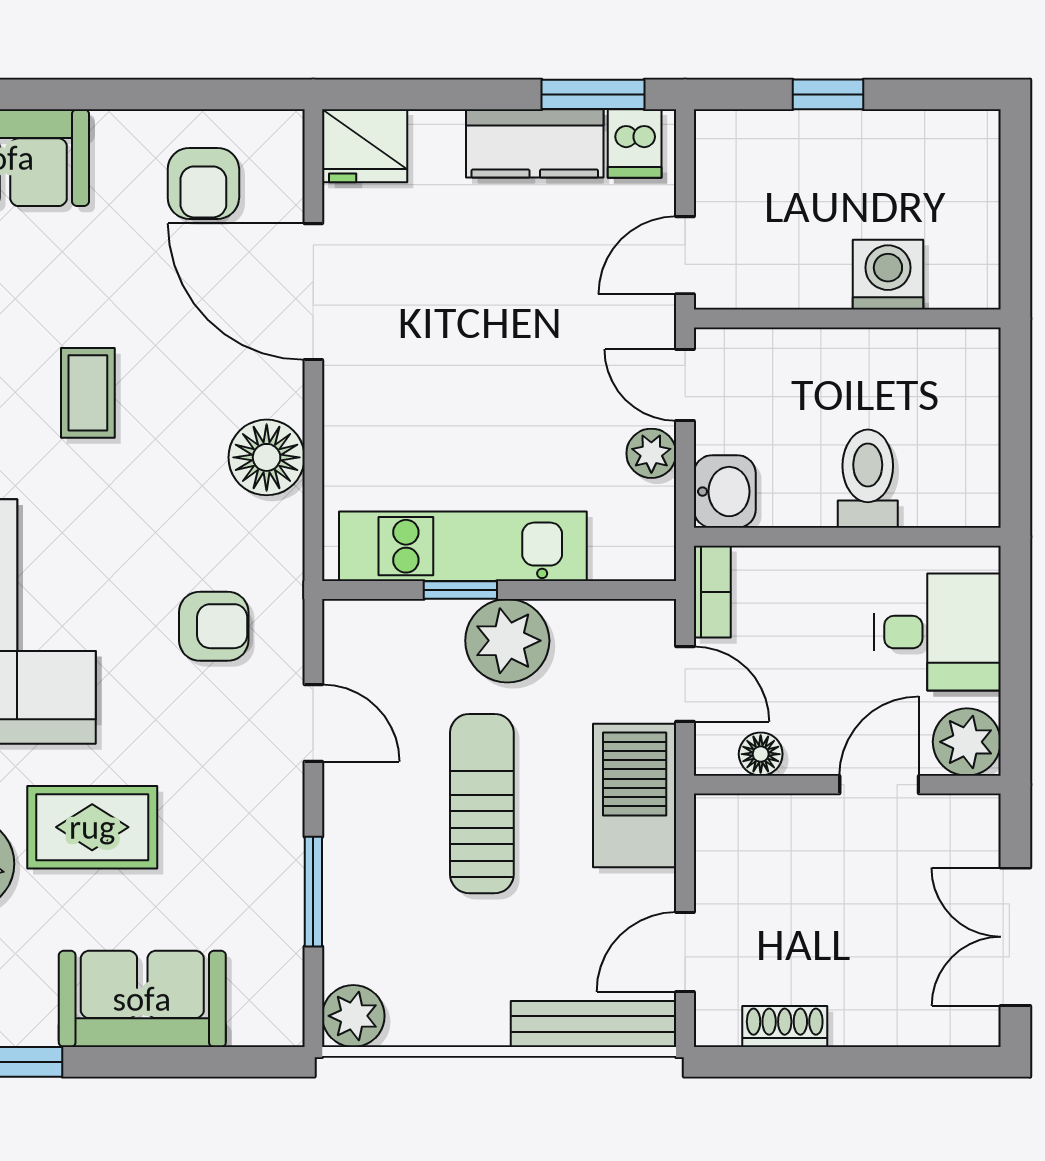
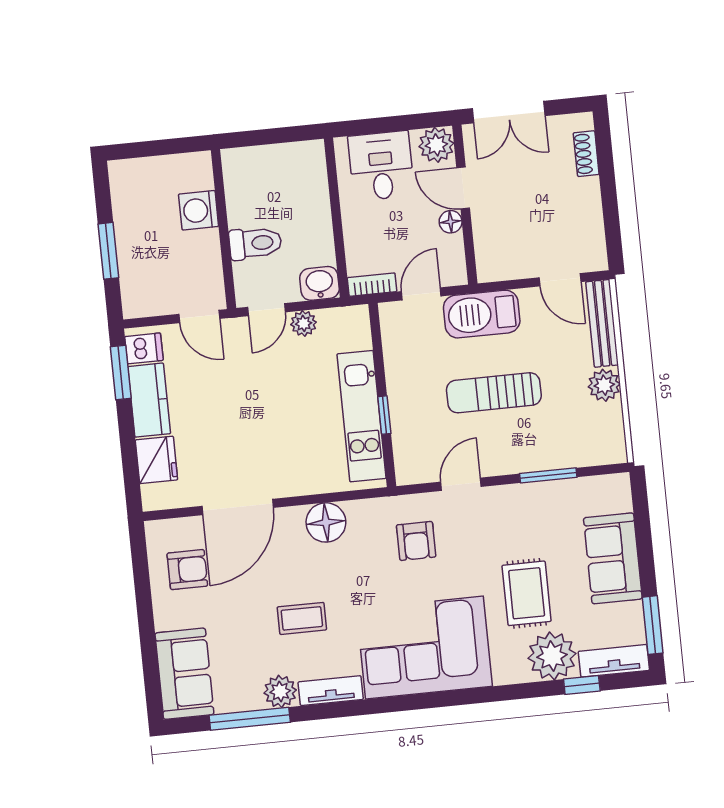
window: (828, 94) -> (108, 251), width x1.50
fridge: (365, 146) -> (156, 460), moved
toilet: (868, 479) -> (255, 243), moved, turned 180
armchair: (214, 626) -> (416, 541), turned 180
plant: (507, 641) -> (408, 388), removed
floor lamp: (761, 754) -> (451, 222), moved
double door: (1015, 937) -> (509, 112), moved
plant: (353, 1016) -> (604, 385), moved
shoe rack: (785, 1027) -> (586, 154), moved

